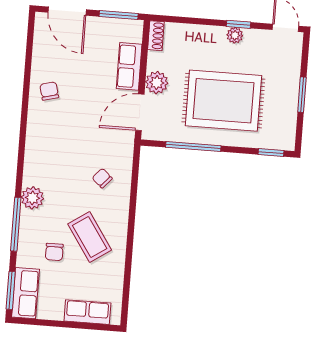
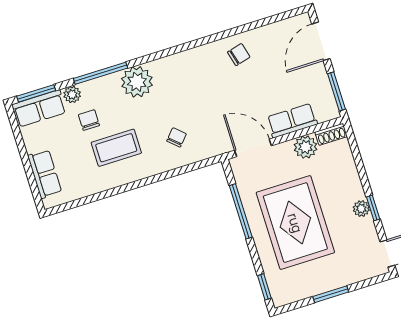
plant: (157, 83) -> (306, 147), moved
plant: (32, 198) -> (137, 82), width x1.36, depth x1.36
coffee table: (90, 237) -> (116, 148), turned 34
chair: (54, 252) -> (89, 120), turned 90
plant: (25, 258) -> (72, 94), added

